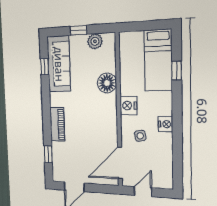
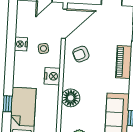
nightstand: (165, 124) -> (21, 44), moved
armchair: (100, 131) -> (81, 54), added

